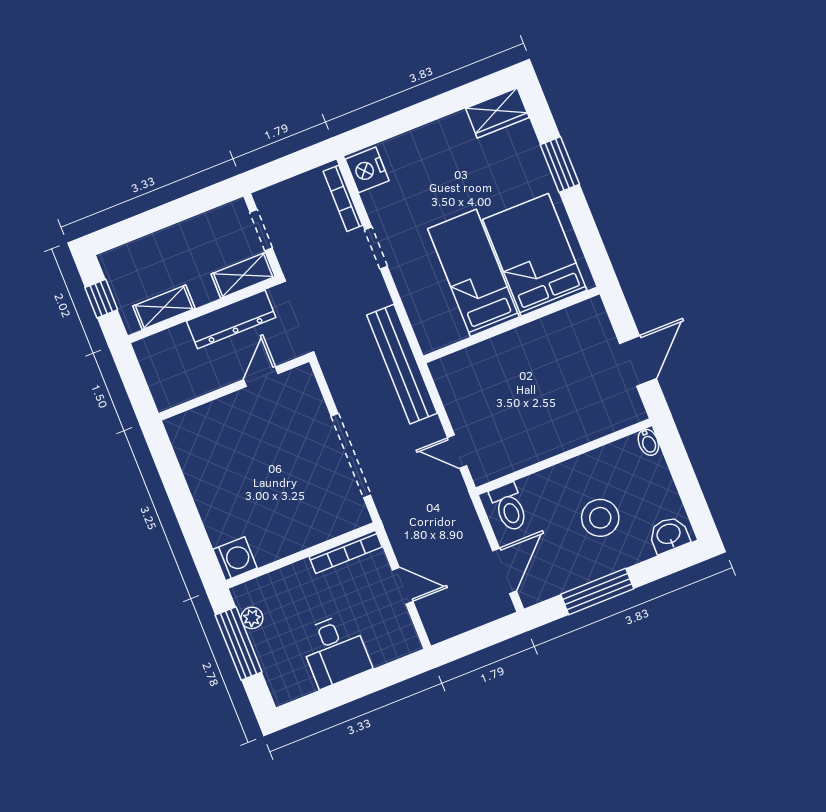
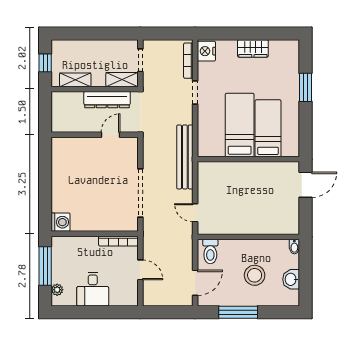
wardrobe: (497, 113) -> (253, 48), moved
bed: (535, 255) -> (268, 128), width x0.67
door: (638, 361) -> (306, 185), moved
washbasin: (669, 535) -> (291, 279), moved, turned -90
plant: (252, 618) -> (57, 290), moved

